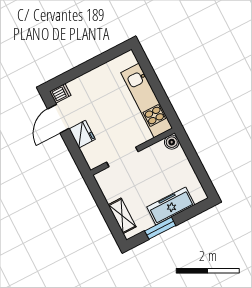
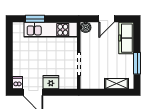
window: (150, 74) -> (35, 19), added
door: (195, 162) -> (107, 19), added
freezer: (171, 206) -> (126, 38), moved

